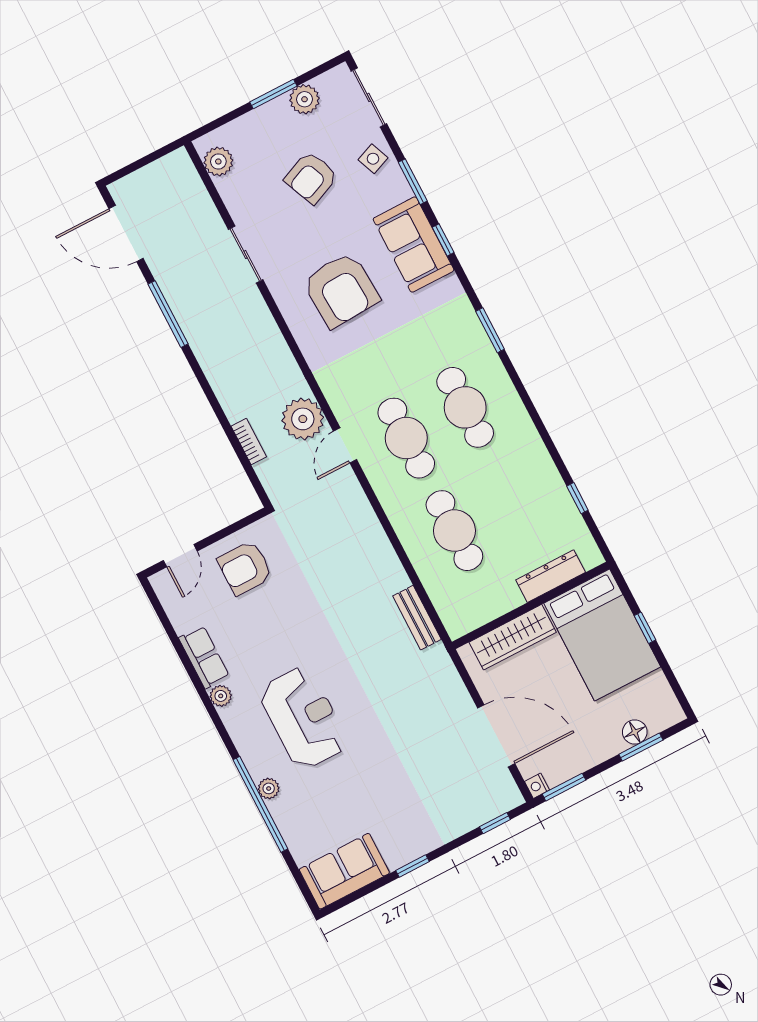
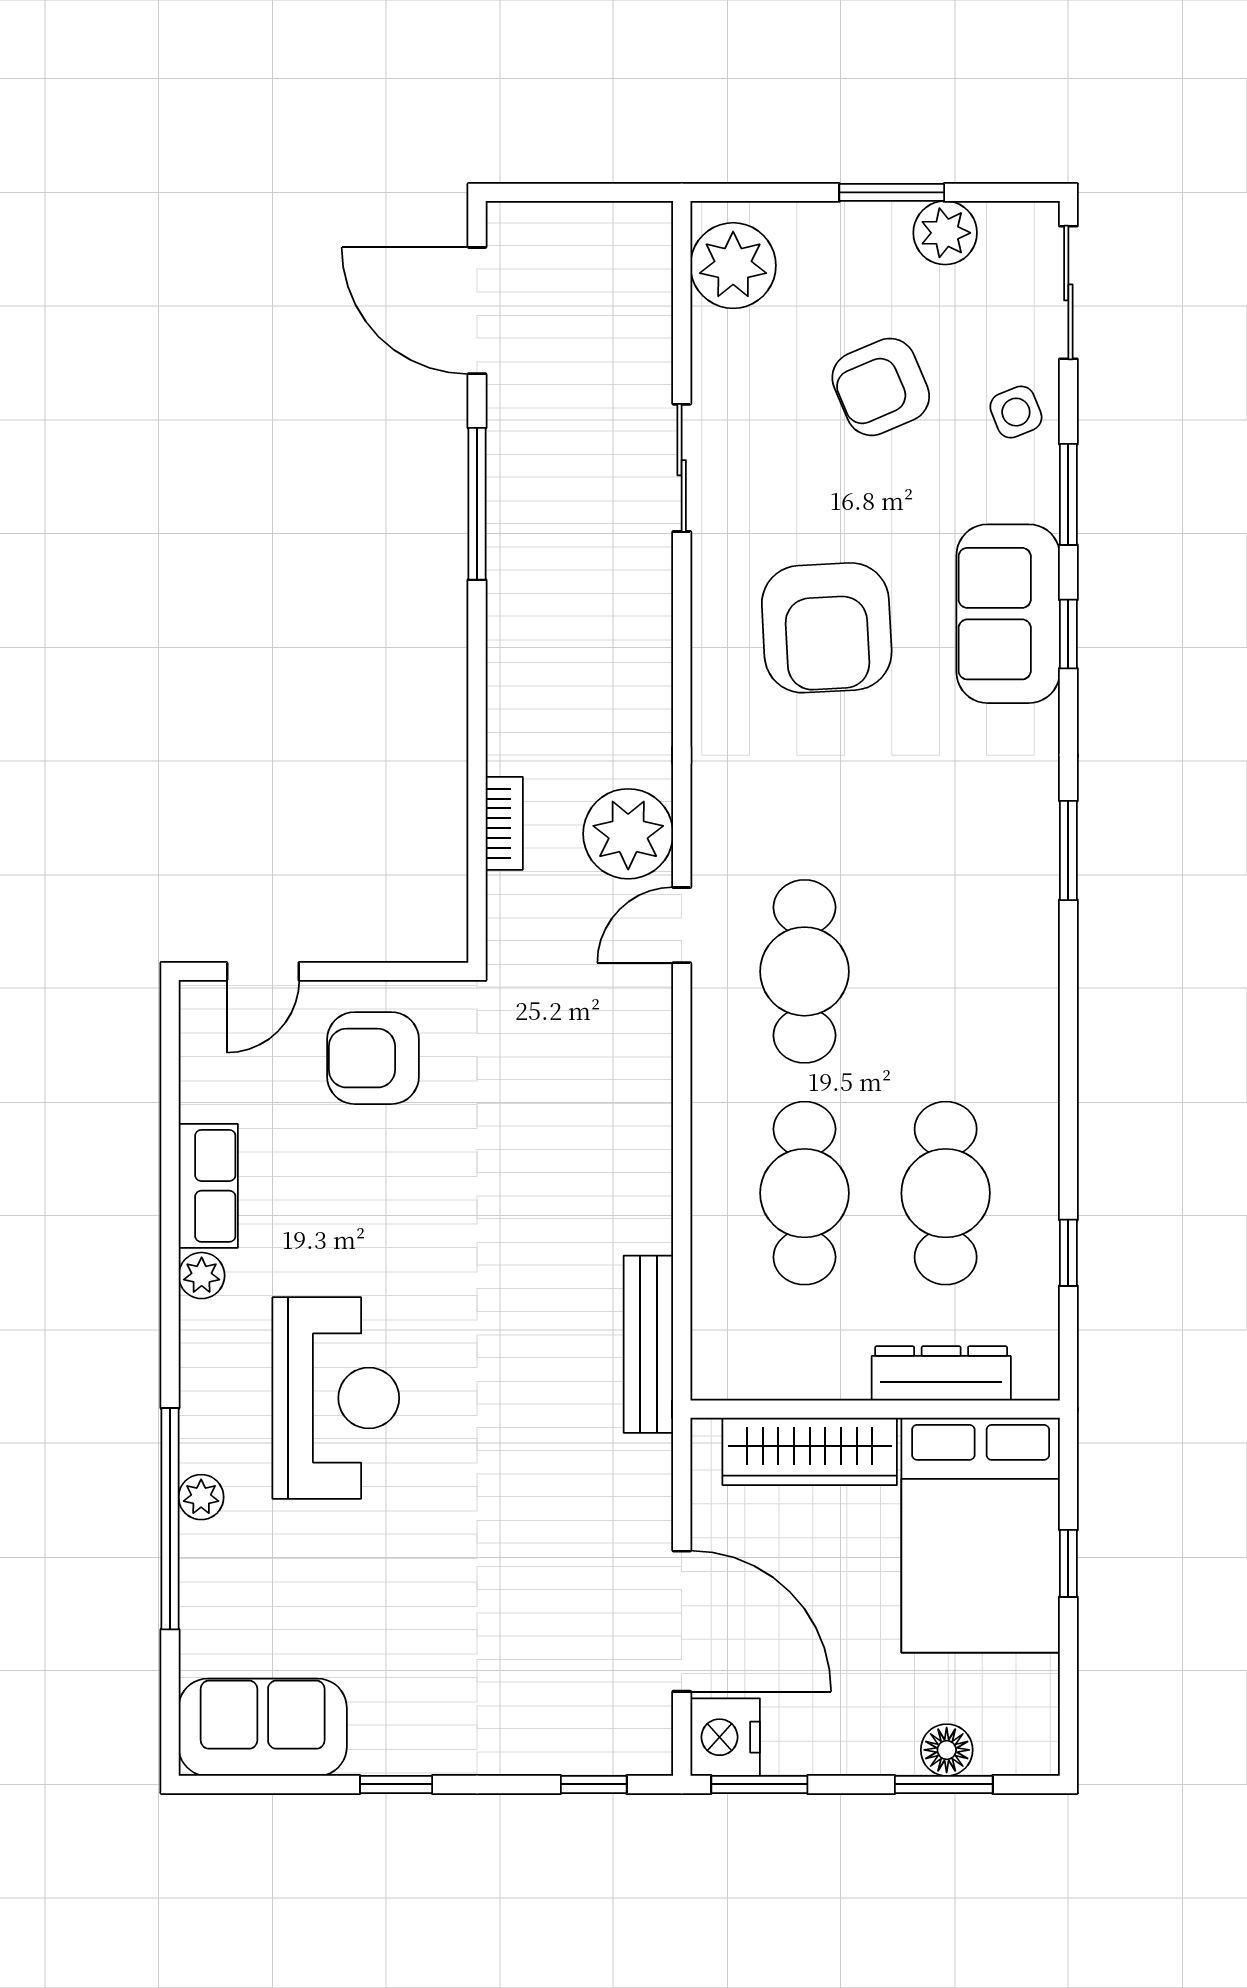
plant: (218, 161) -> (733, 266), width x1.36, depth x1.36
cafe table: (465, 407) -> (946, 1193), moved
bench: (417, 618) -> (648, 1344), width x1.36
nightstand: (537, 786) -> (725, 1737), width x1.89, depth x1.79

